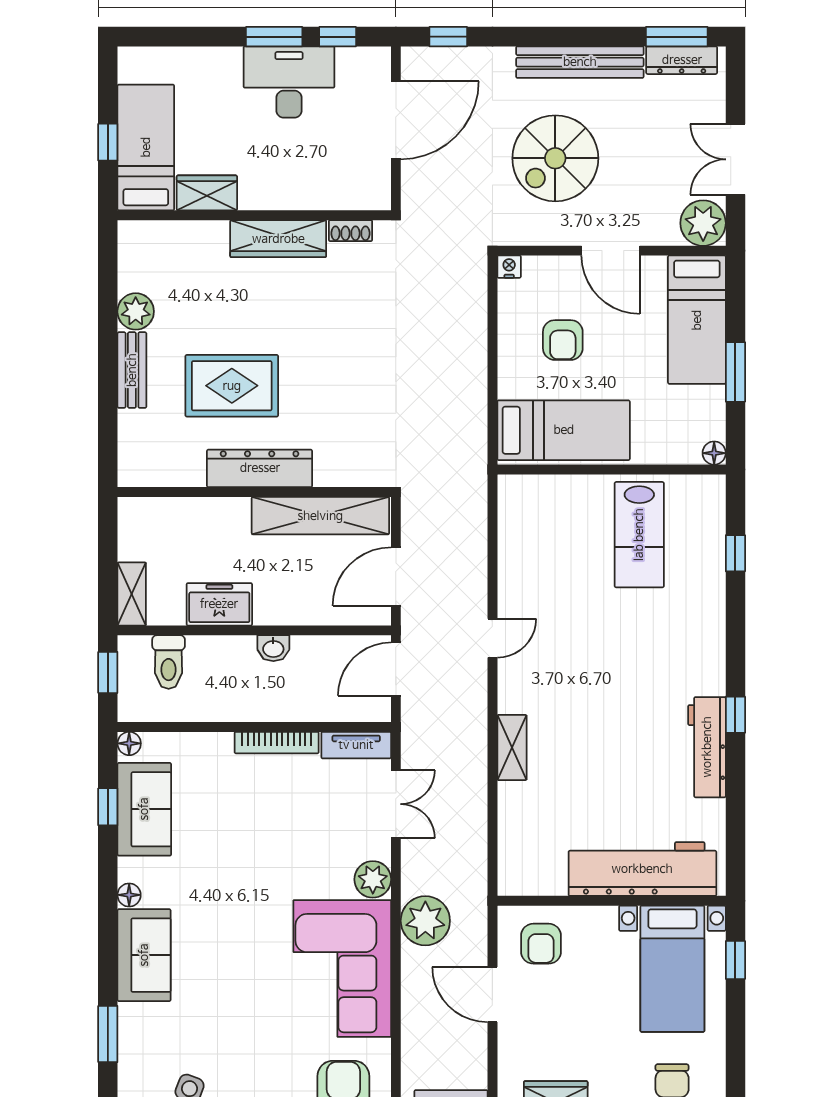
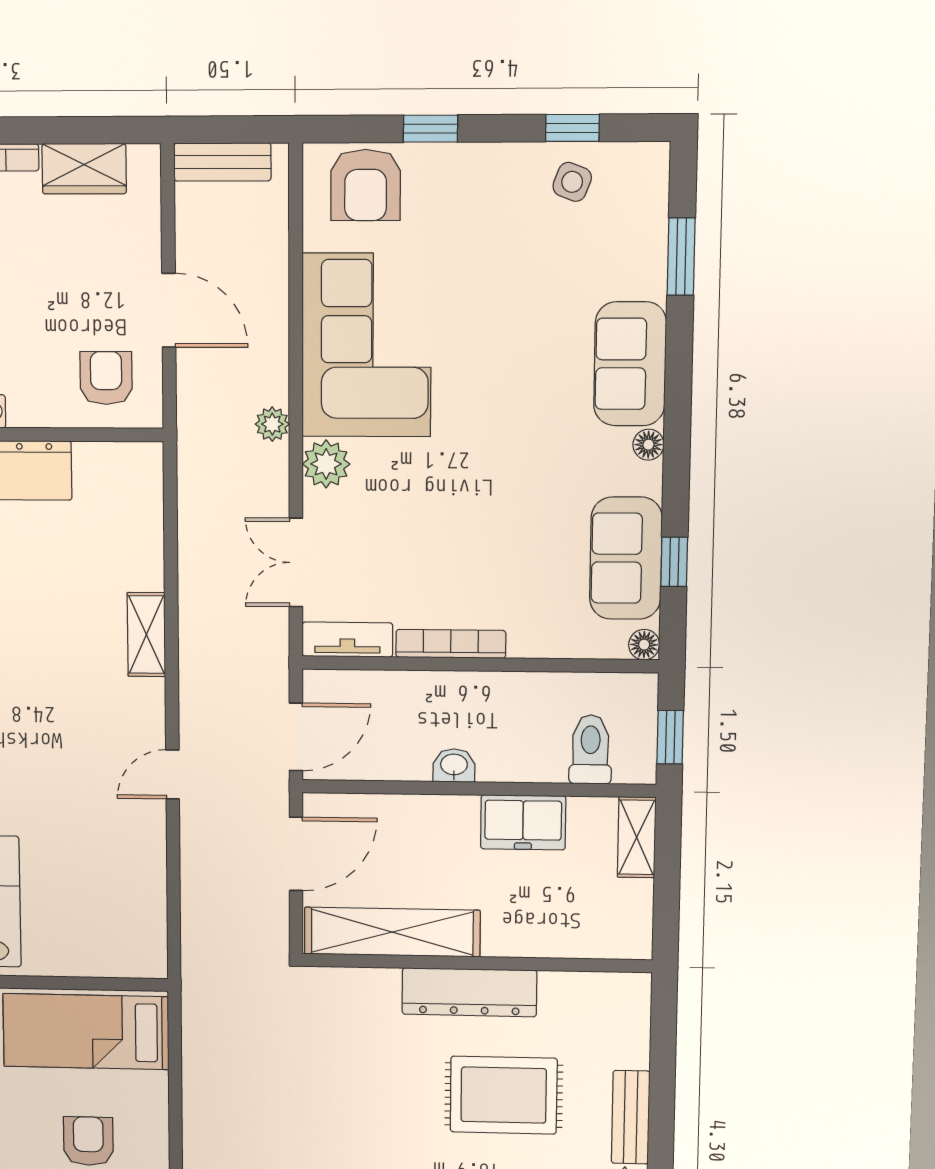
plant: (425, 921) -> (272, 424), width x0.53, depth x0.53

